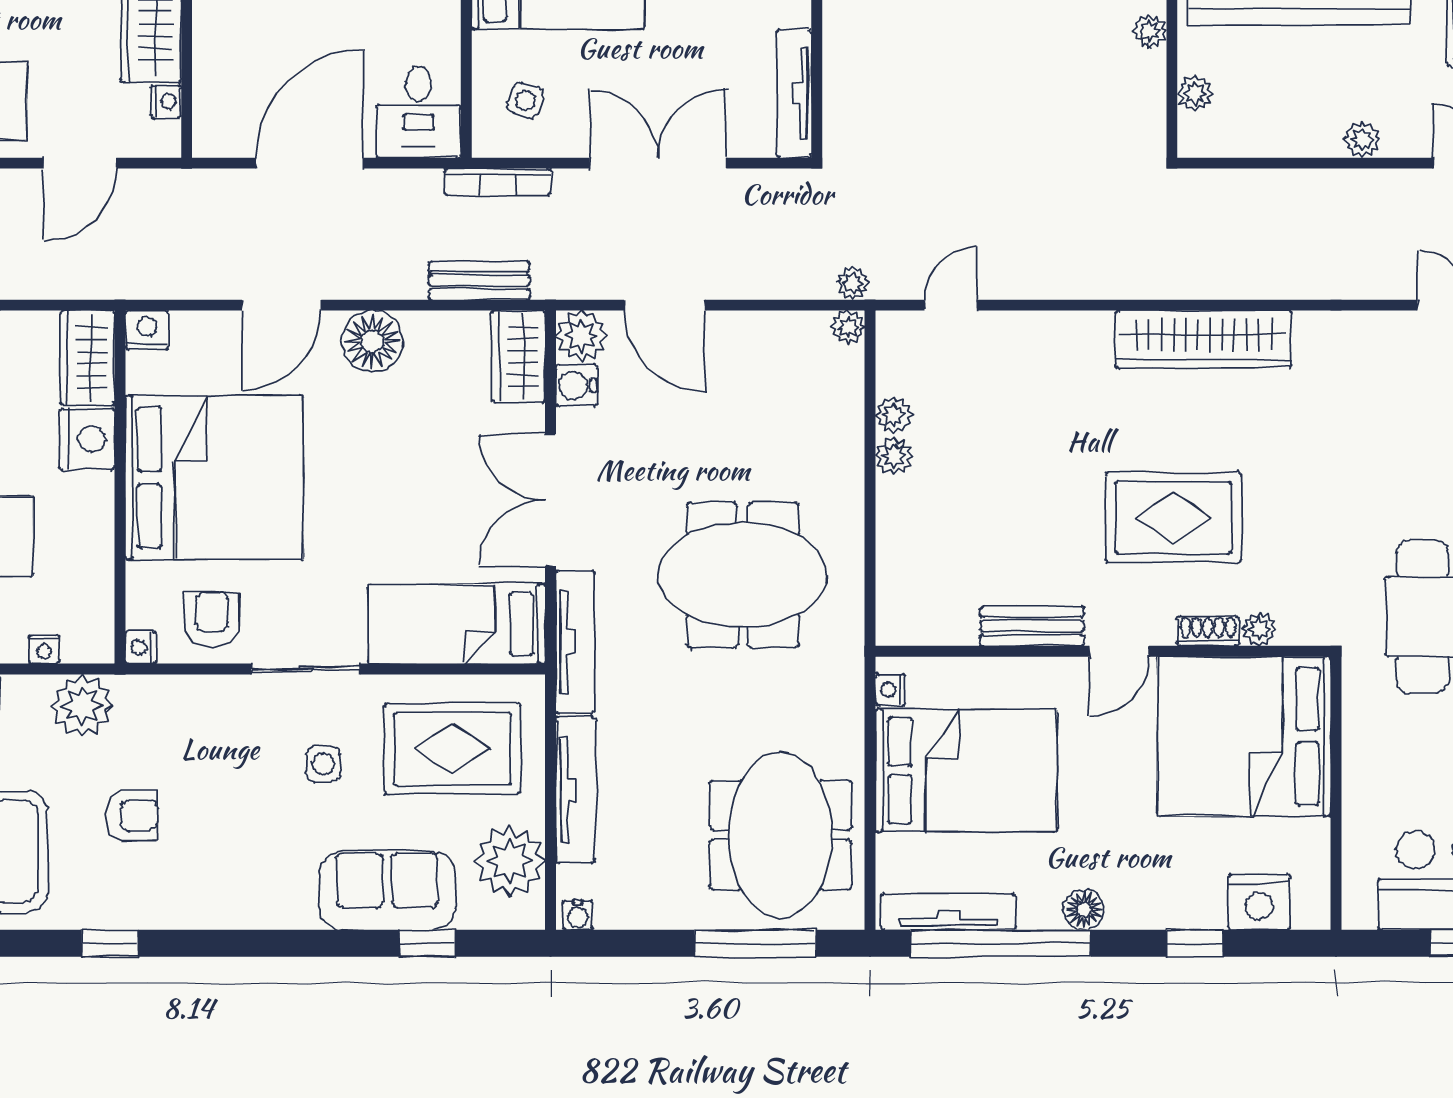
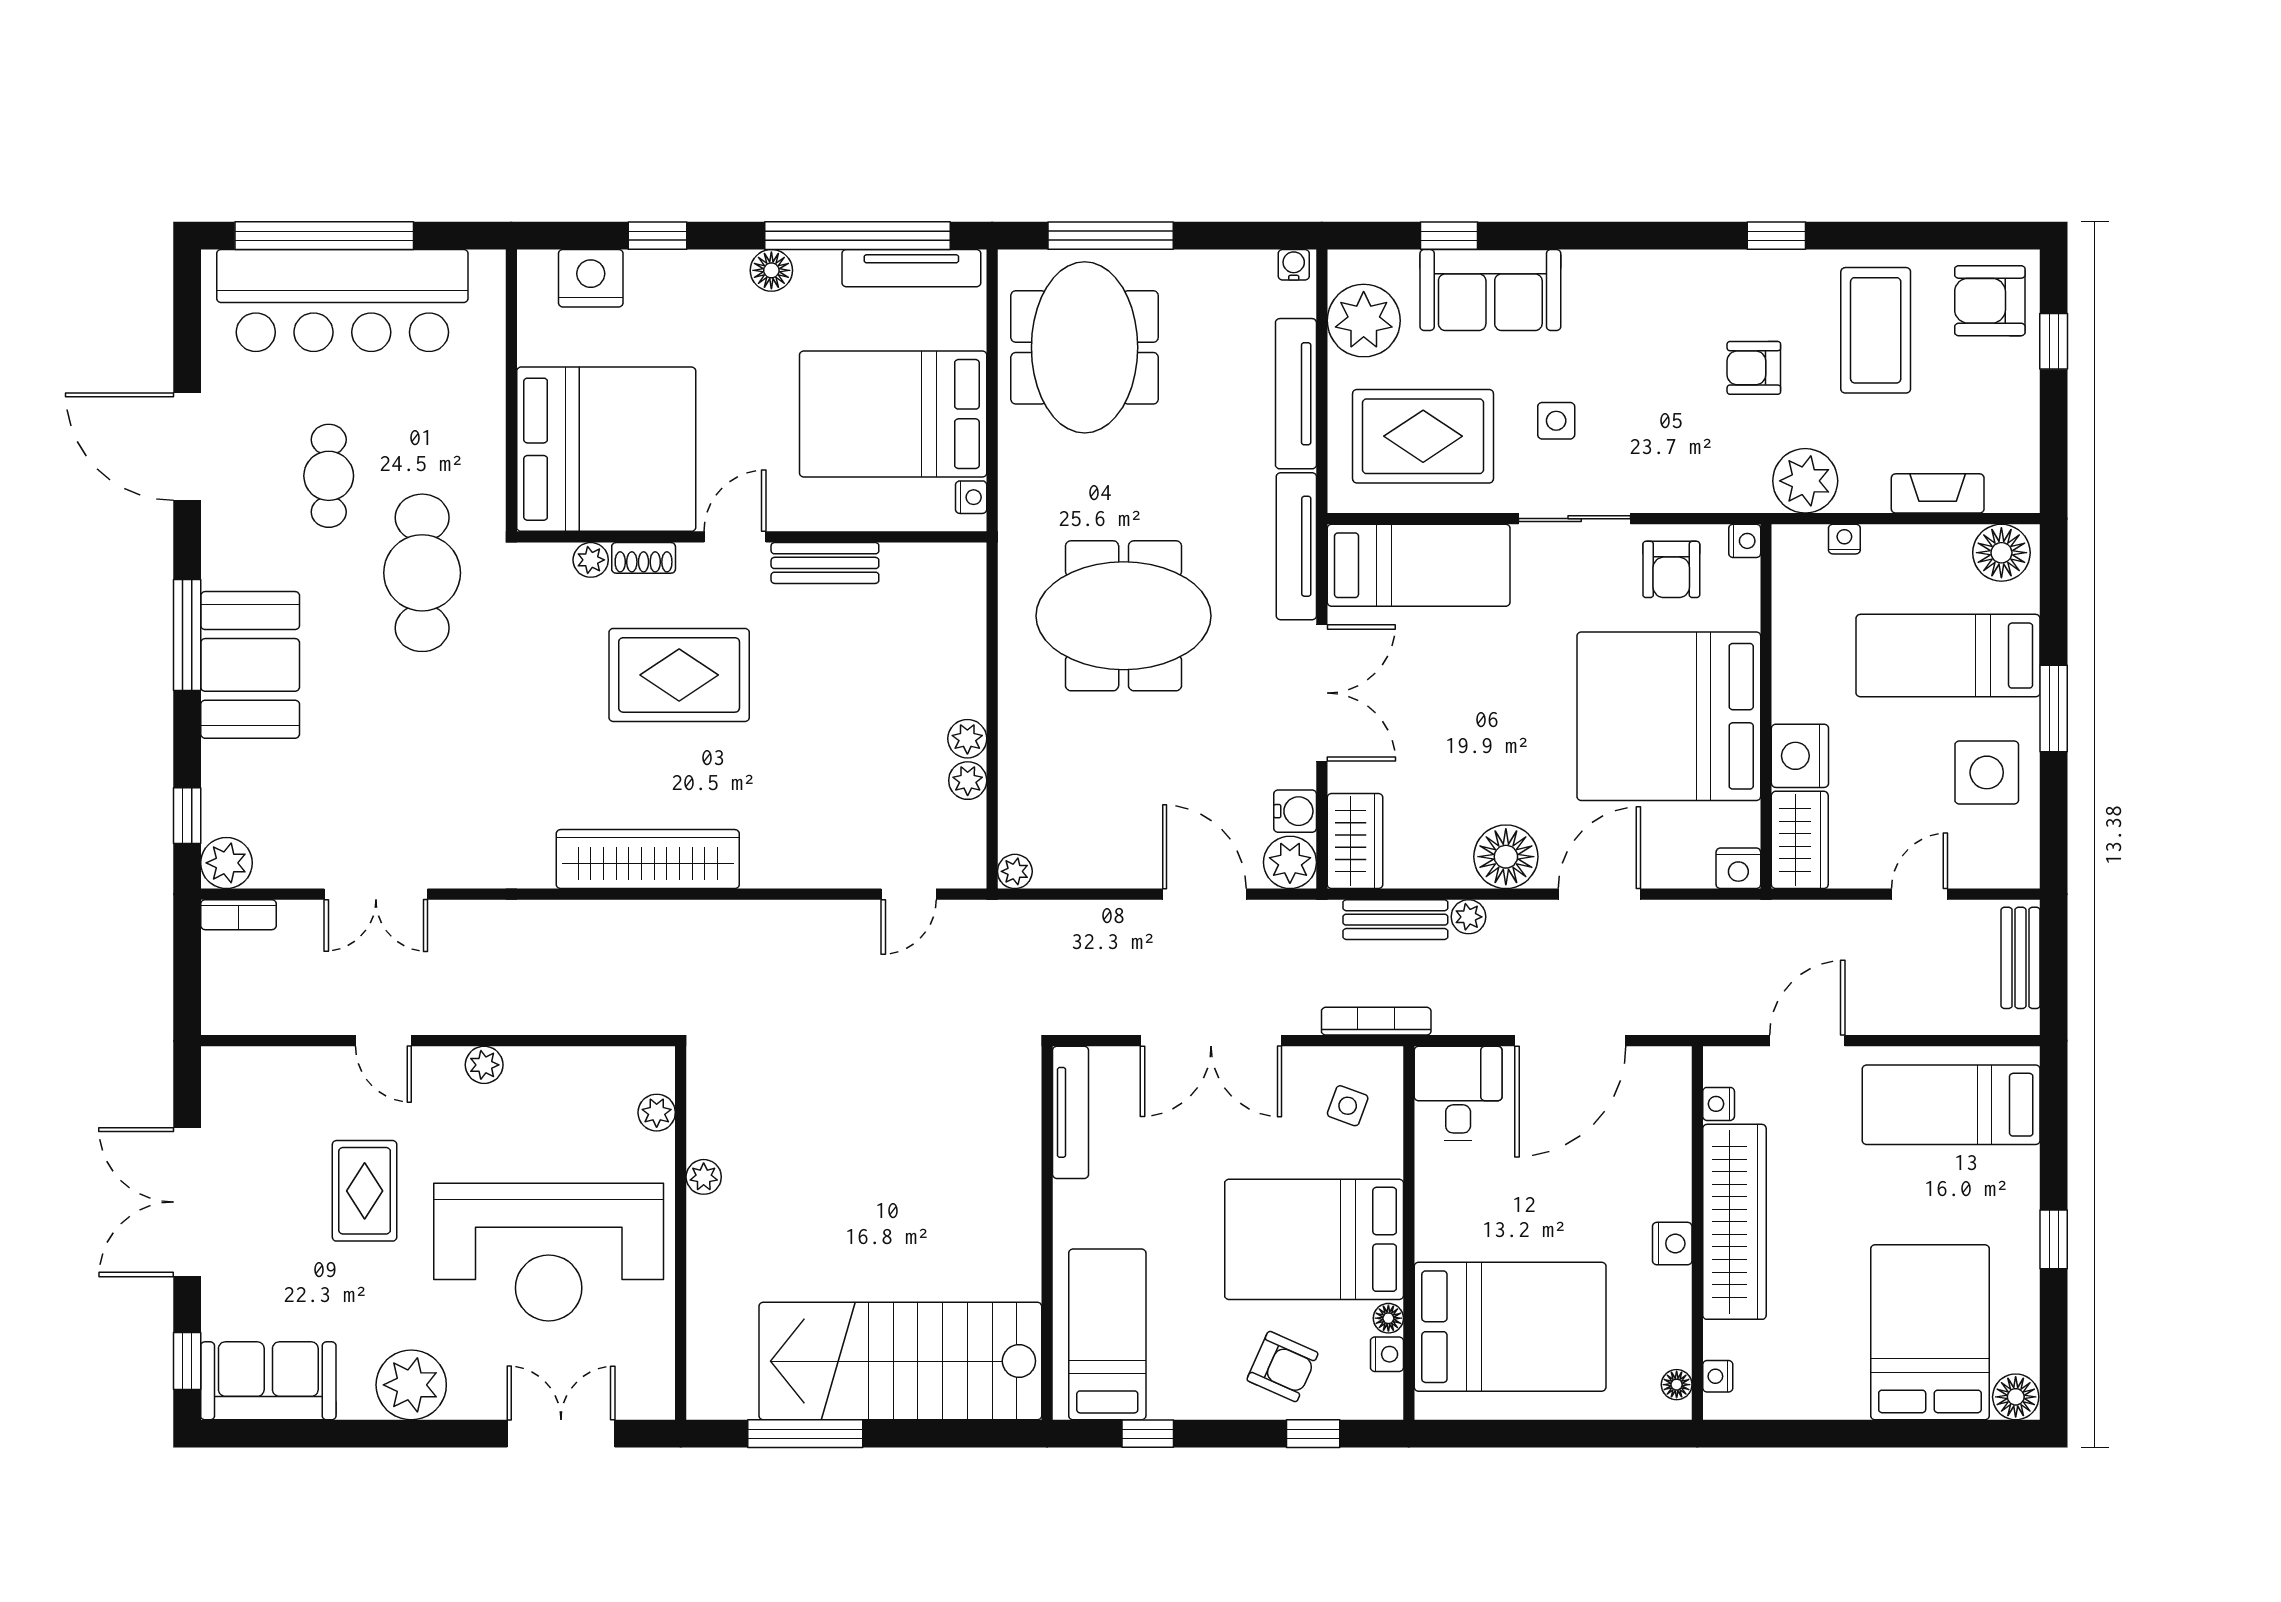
plant: (853, 283) -> (1468, 917), moved

